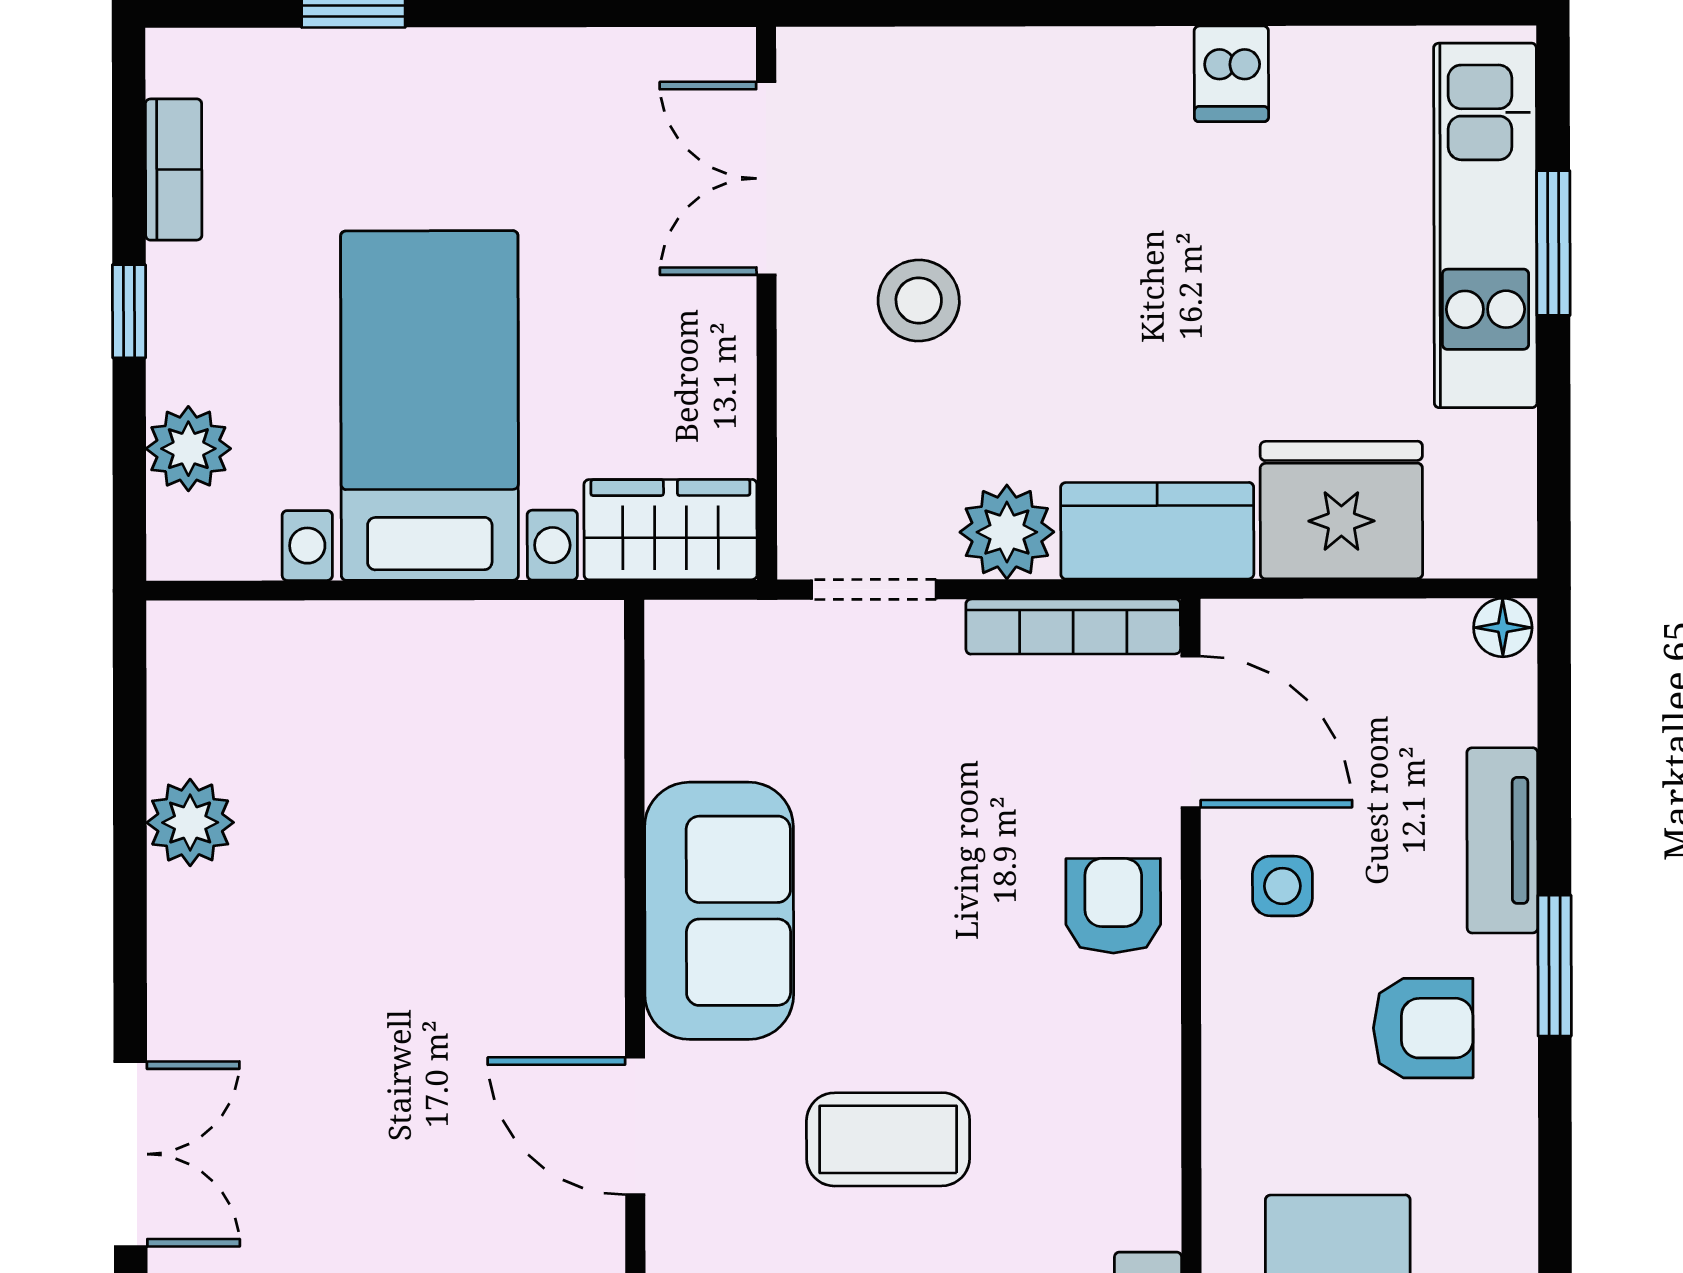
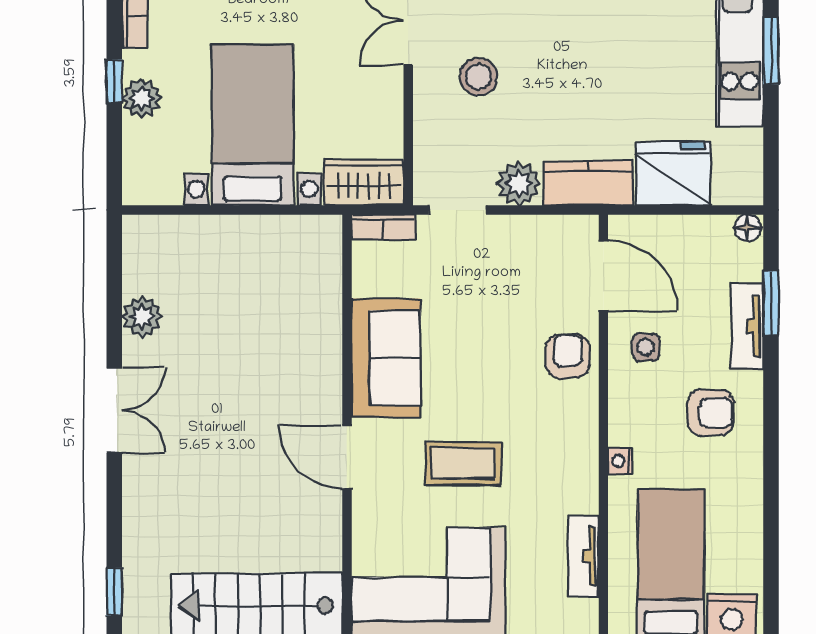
plant: (188, 449) -> (142, 98), moved
bookcase: (1073, 627) -> (383, 227), moved, width x0.64
window: (1555, 966) -> (771, 303), moved
nightstand: (1228, 1133) -> (620, 461), added
double door: (131, 1154) -> (114, 410), moved

